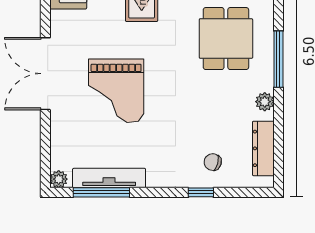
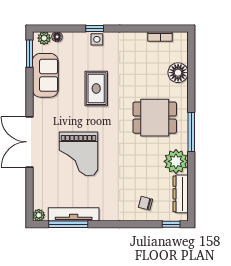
dining table: (226, 39) -> (155, 118), turned 90
plant: (265, 102) -> (176, 161), width x1.88, depth x1.88
window: (201, 192) -> (171, 224), moved

